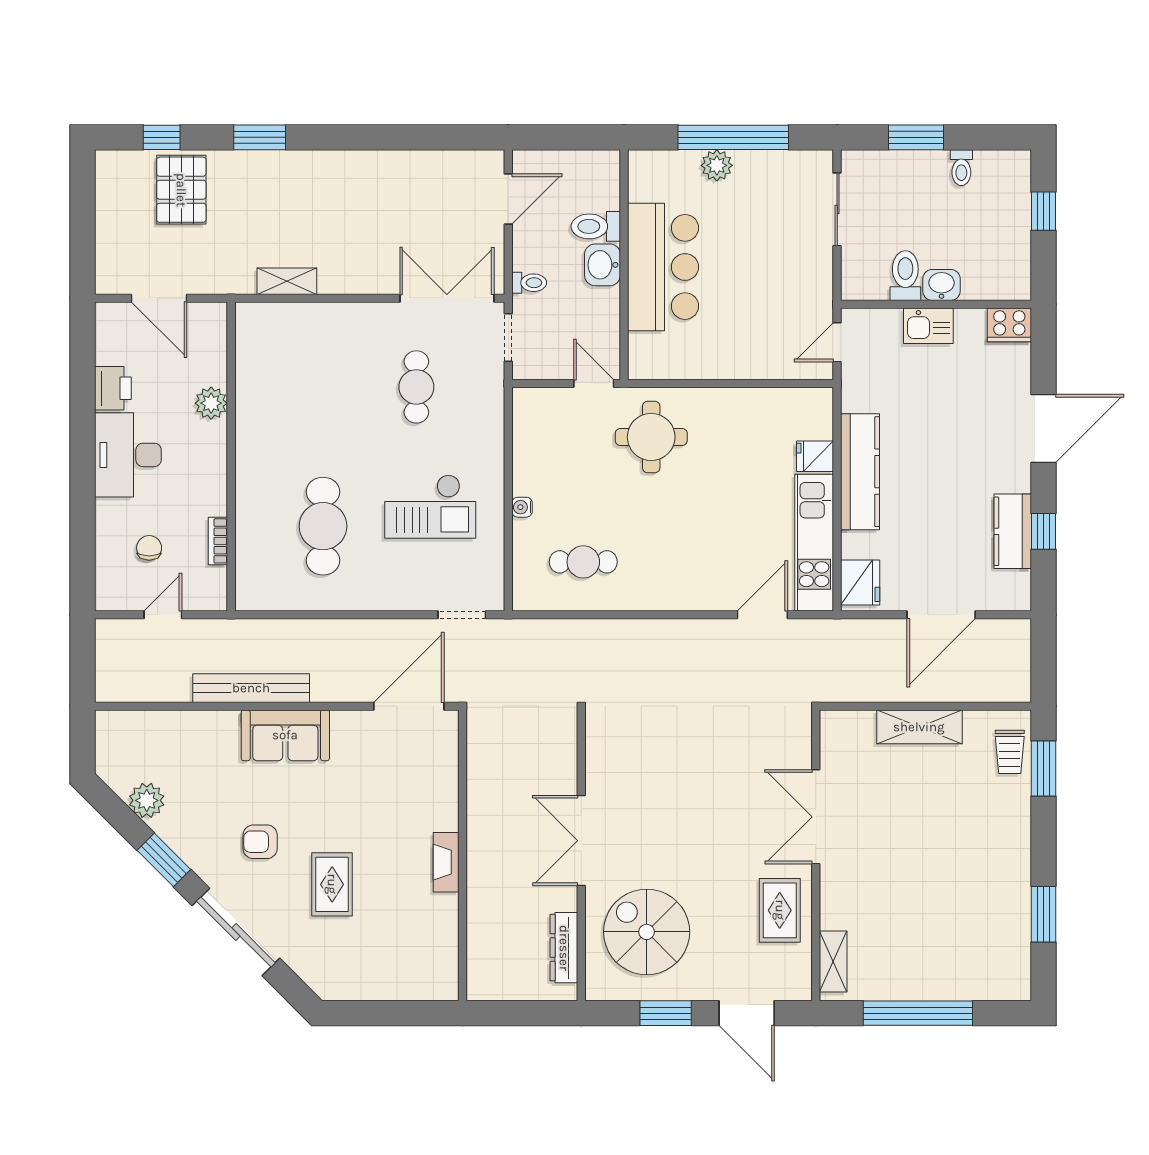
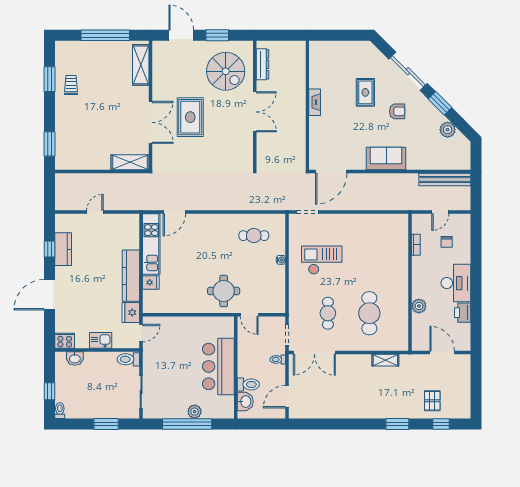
toilet: (961, 168) -> (60, 411), moved
pallet: (181, 190) -> (432, 401), width x0.67, depth x0.71
washbasin: (602, 265) -> (245, 402), moved
toilet: (905, 276) -> (128, 359), moved, turned 90
washbasin: (942, 285) -> (75, 358), moved
cafe table: (323, 526) -> (369, 313), moved
fridge: (860, 583) -> (131, 313), moved
door: (941, 615) -> (95, 212), width x0.53
bench: (251, 688) -> (445, 180), moved
shelving: (919, 727) -> (130, 162), moved
trolley: (1010, 752) -> (71, 85), moved
rug: (780, 910) -> (190, 117), moved, width x1.36, depth x1.43
shelving: (833, 962) -> (141, 65), width x1.50, depth x1.33

